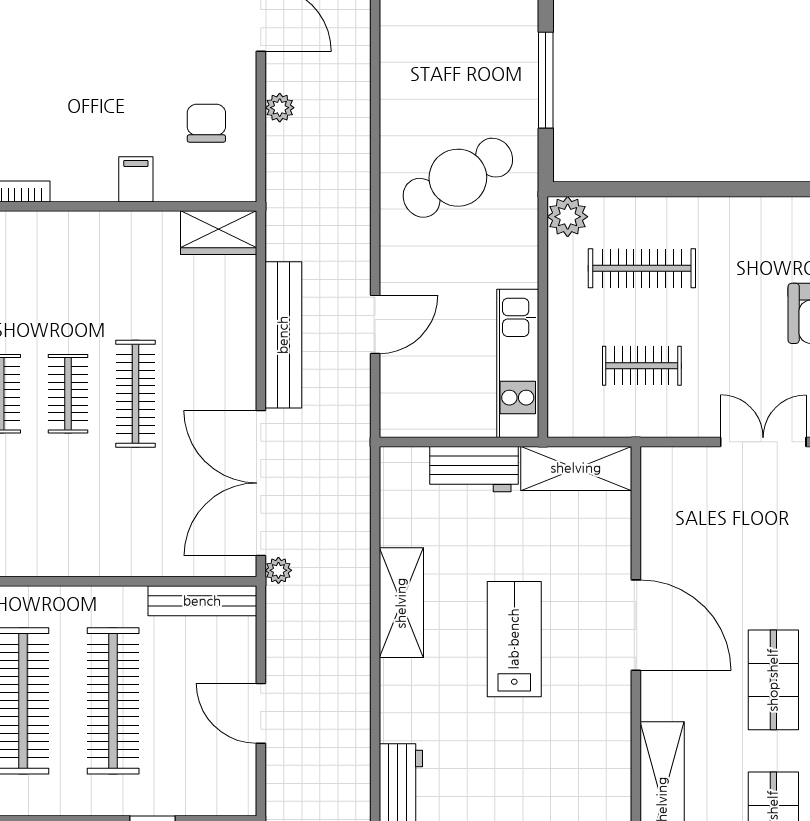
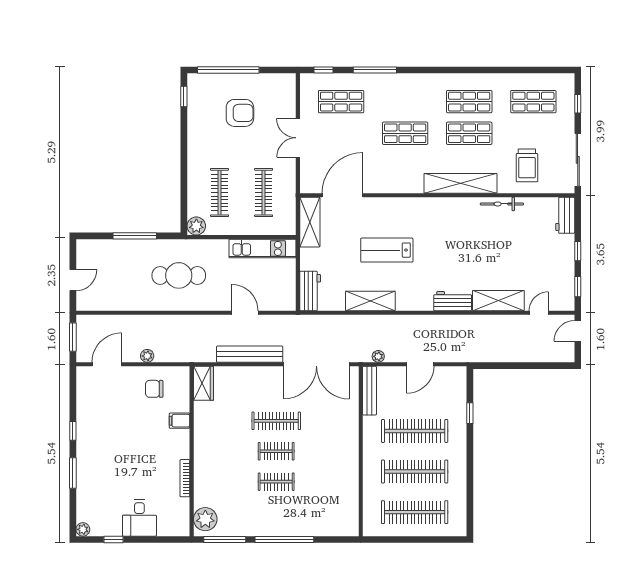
cafe table: (458, 178) -> (179, 275), turned -61
clothes rail: (642, 366) -> (264, 193), width x1.36
workbench: (474, 469) -> (310, 291), moved
plant: (278, 570) -> (378, 356), moved
door: (636, 625) -> (343, 195), moved

